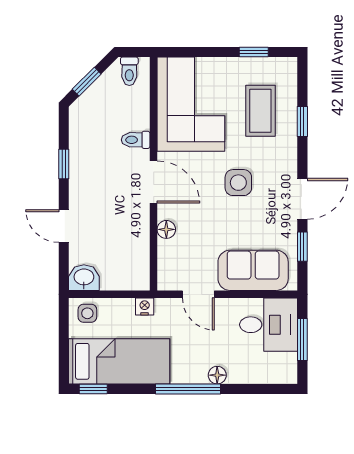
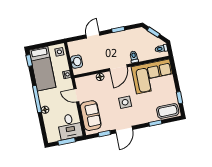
coffee table: (260, 111) -> (168, 111), moved
door: (302, 199) -> (124, 130), hinge flipped
washbasin: (84, 278) -> (77, 62), moved
door: (198, 294) -> (76, 95), hinge flipped

